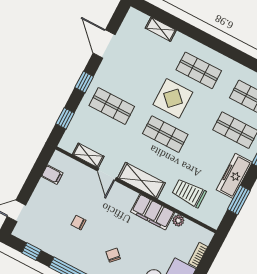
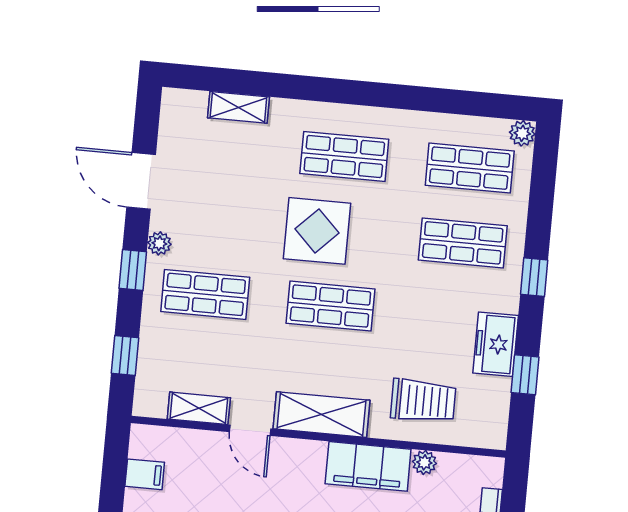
plant: (101, 75) -> (159, 243), added
freezer: (234, 176) -> (496, 344), width x0.71
trolley: (189, 193) -> (423, 401), turned 180
window: (239, 200) -> (525, 375), width x0.67

